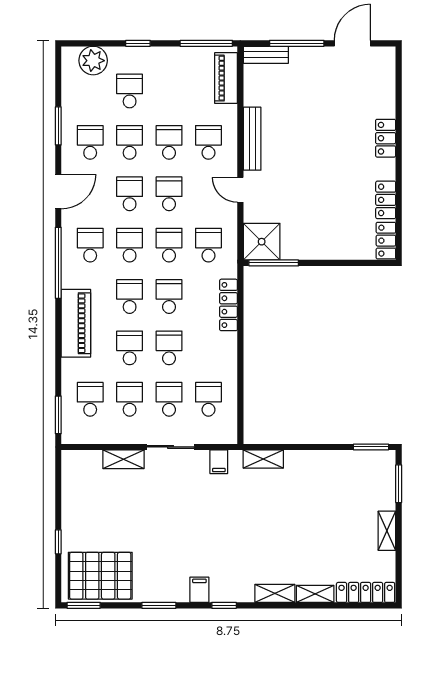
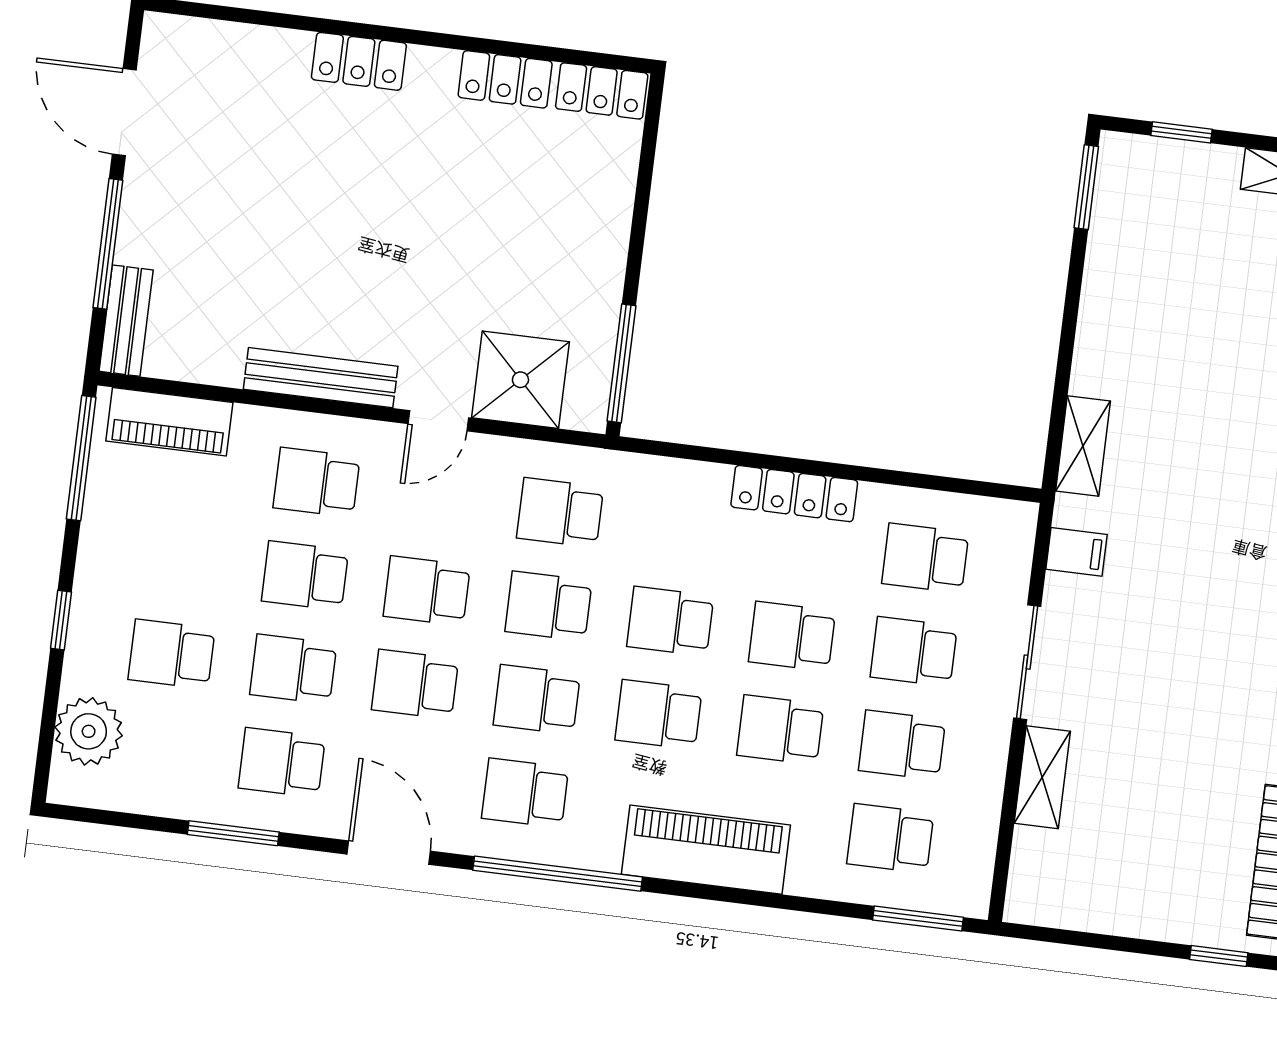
shower: (262, 242) -> (520, 380), moved
locker: (228, 305) -> (794, 494), moved
window: (399, 484) -> (1181, 132), width x0.67

